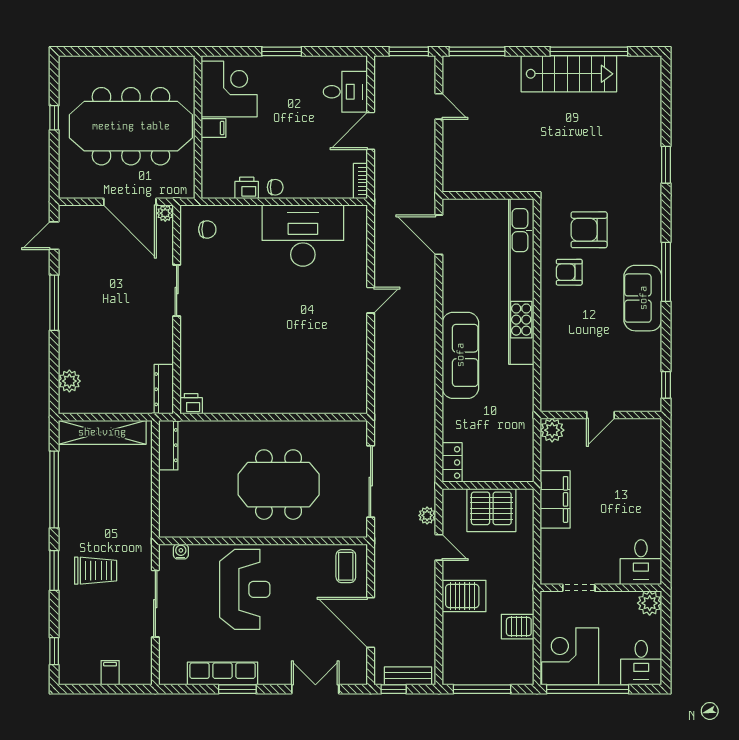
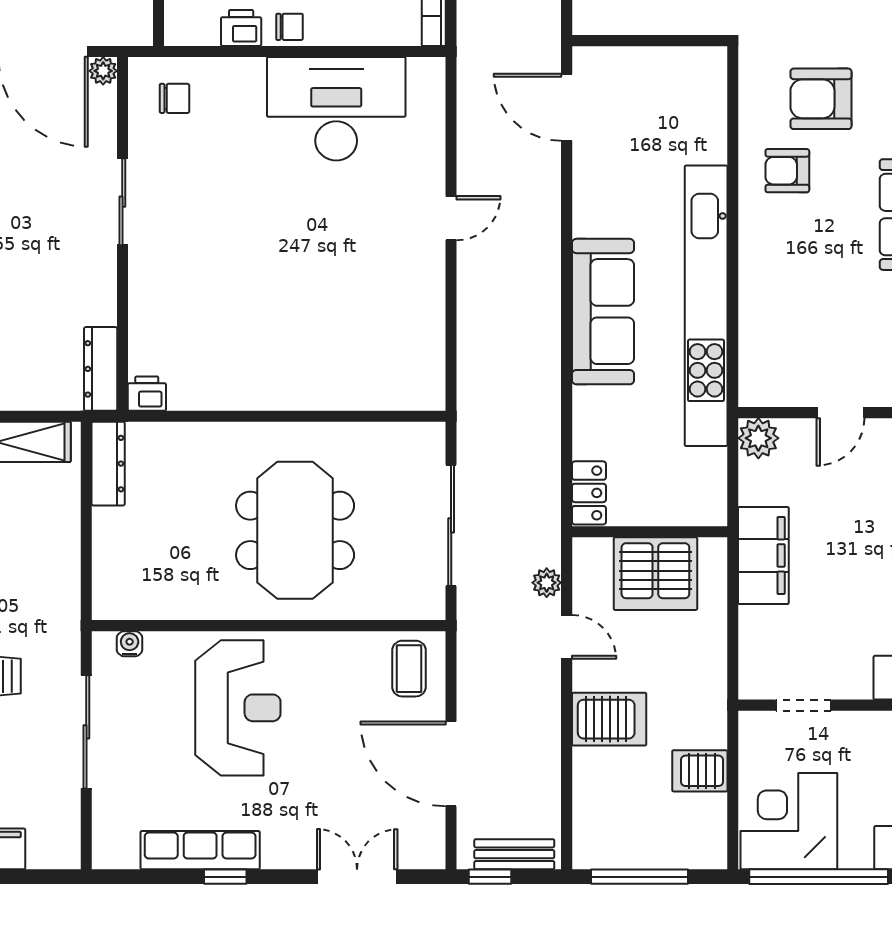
kitchen unit: (521, 281) -> (706, 306), moved
meeting table: (279, 485) -> (295, 530), turned 90
window: (237, 689) -> (225, 877), width x0.67

